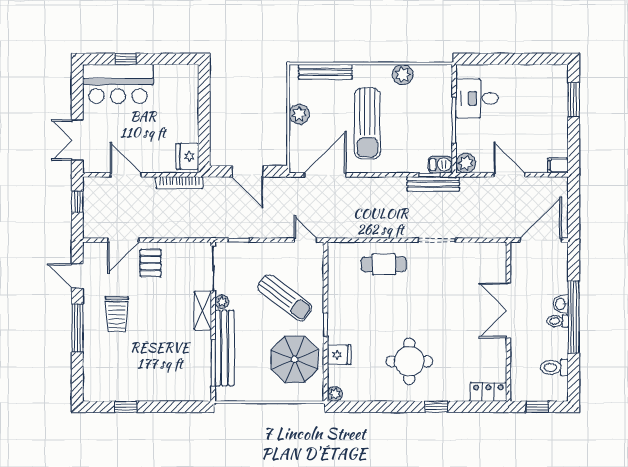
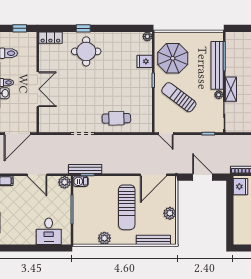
desk: (477, 98) -> (49, 231), moved, turned 90
sun lounger: (367, 124) -> (127, 207), turned 180
round table: (409, 361) -> (86, 51), moved

